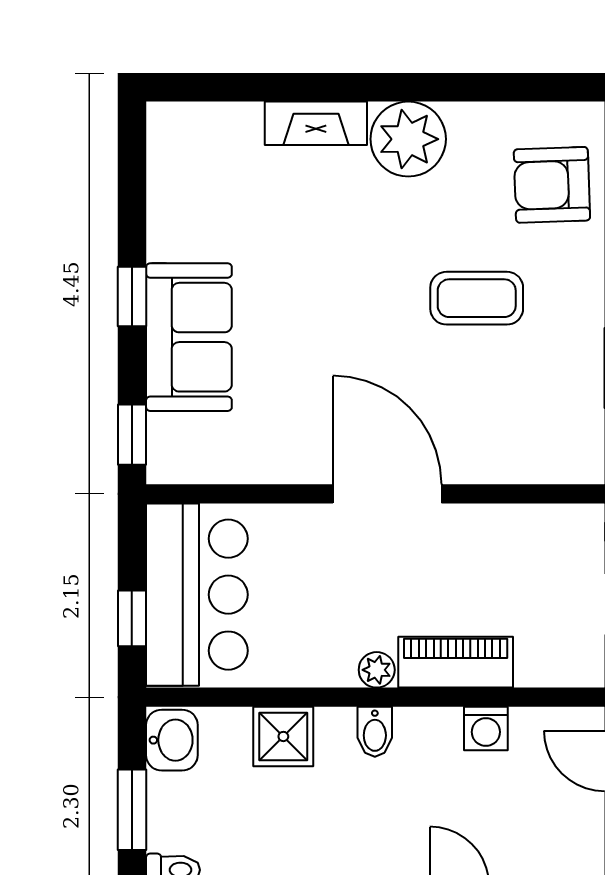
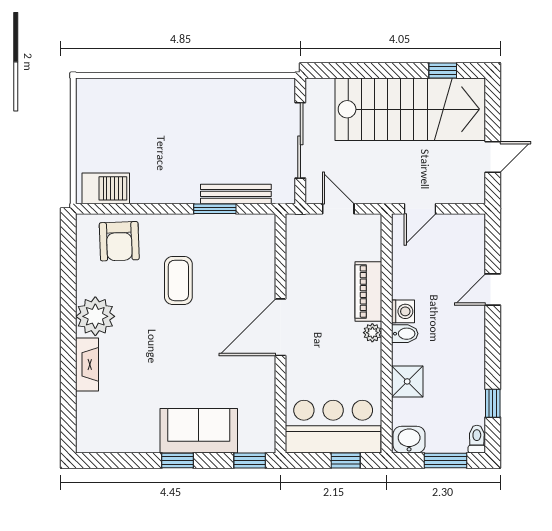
washing machine: (486, 728) -> (403, 311), moved

